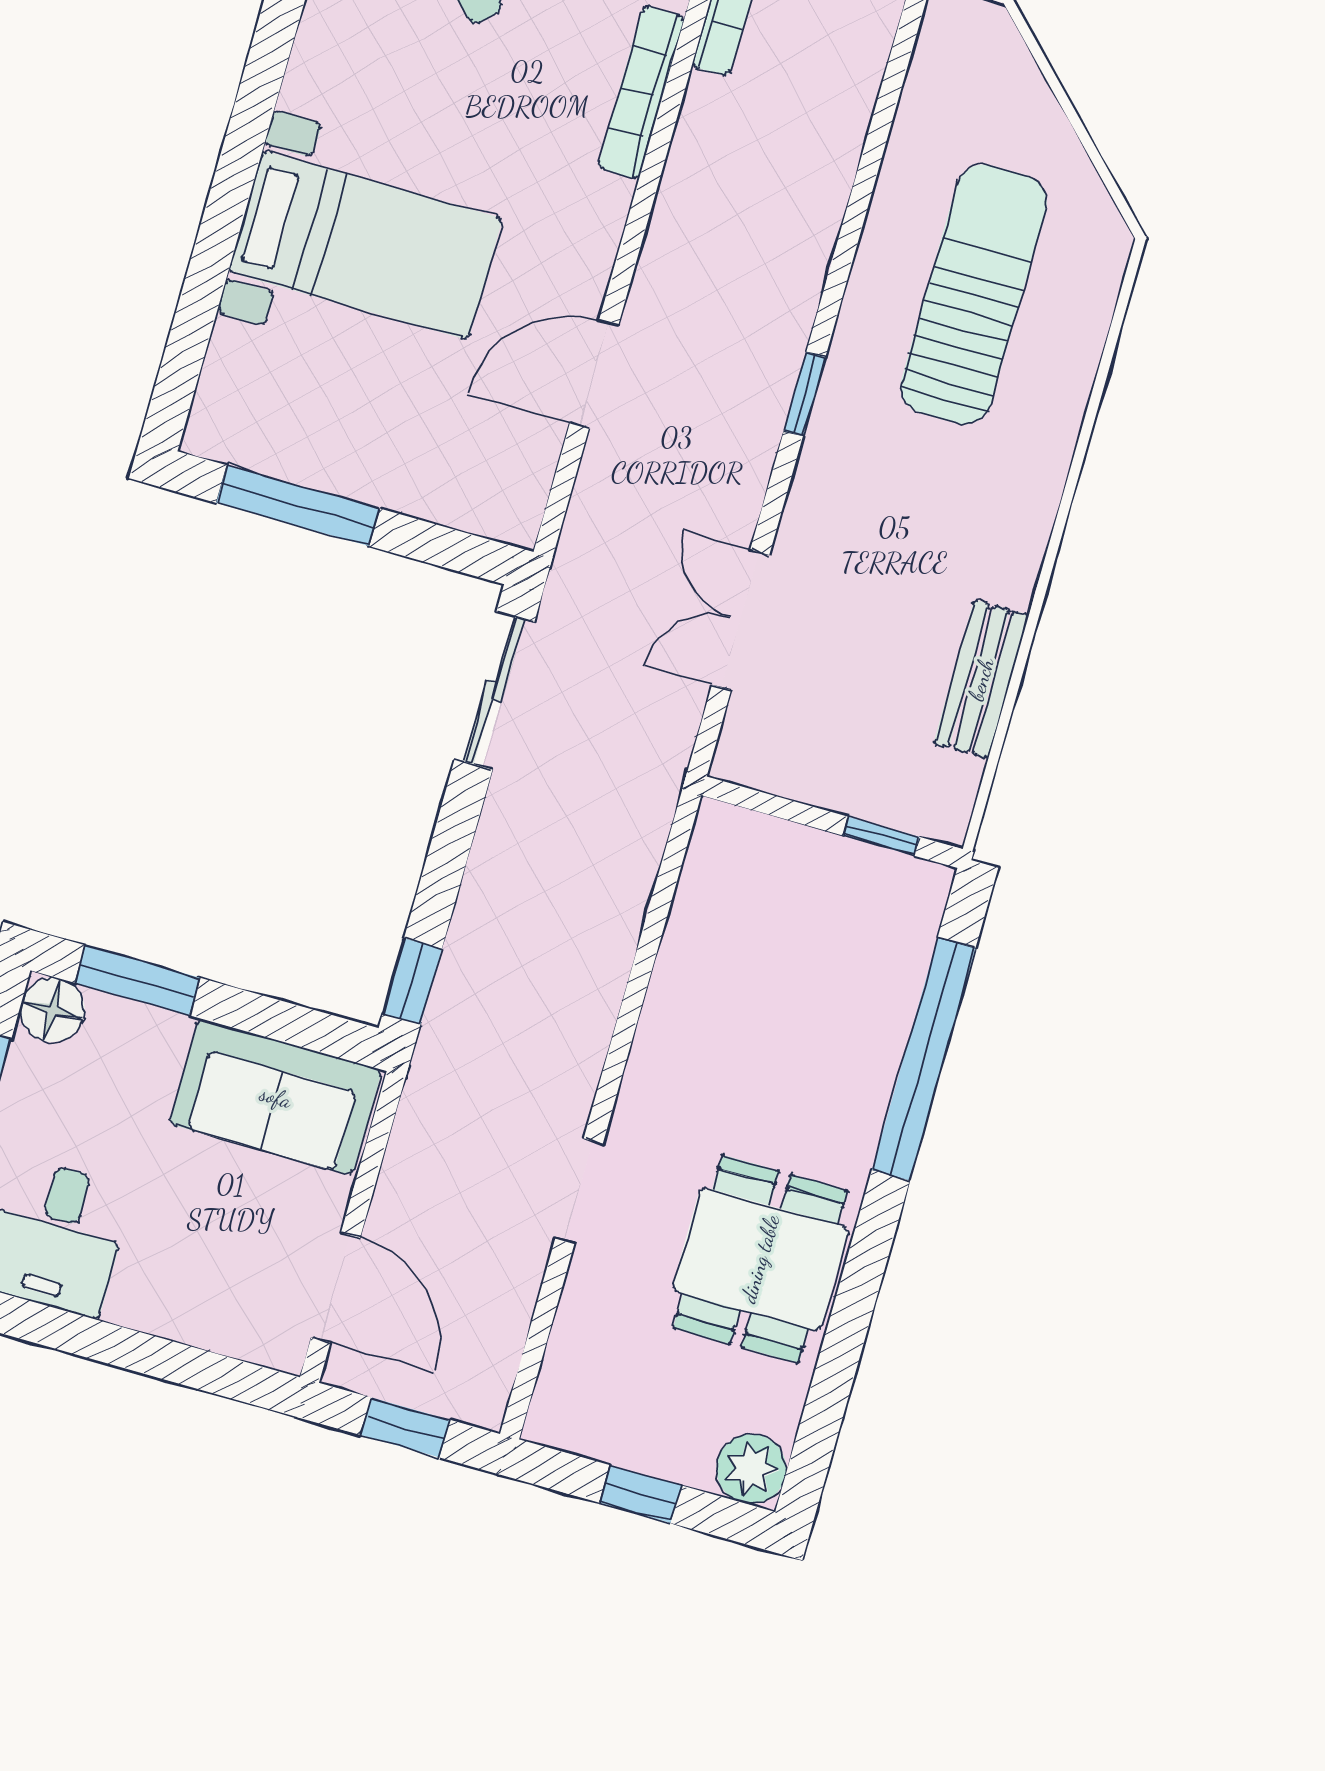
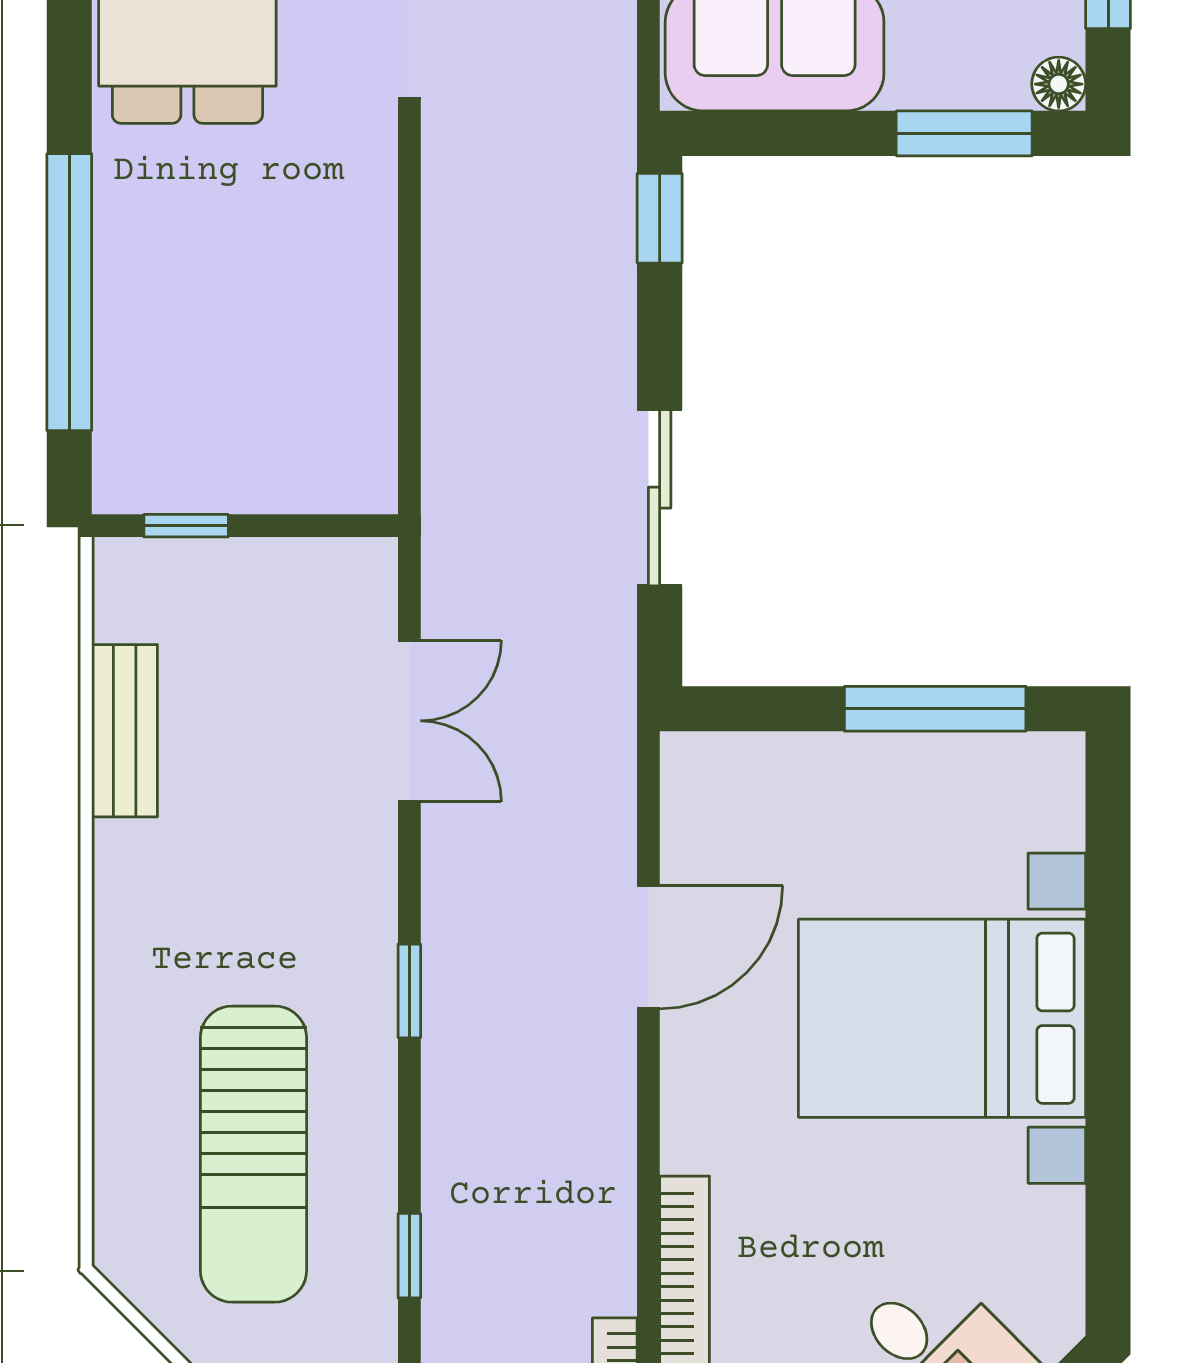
window: (867, 172) -> (409, 1256), added
bed with nightstands: (365, 245) -> (942, 1018), width x1.36
sliding door: (494, 691) -> (660, 498), moved
floor lamp: (52, 1010) -> (1059, 84), width x0.73, depth x0.73

